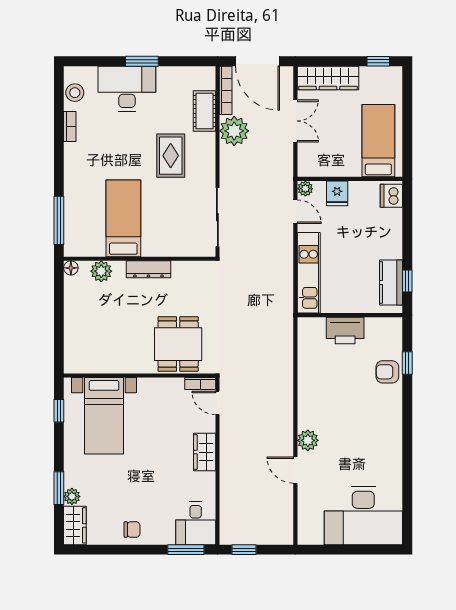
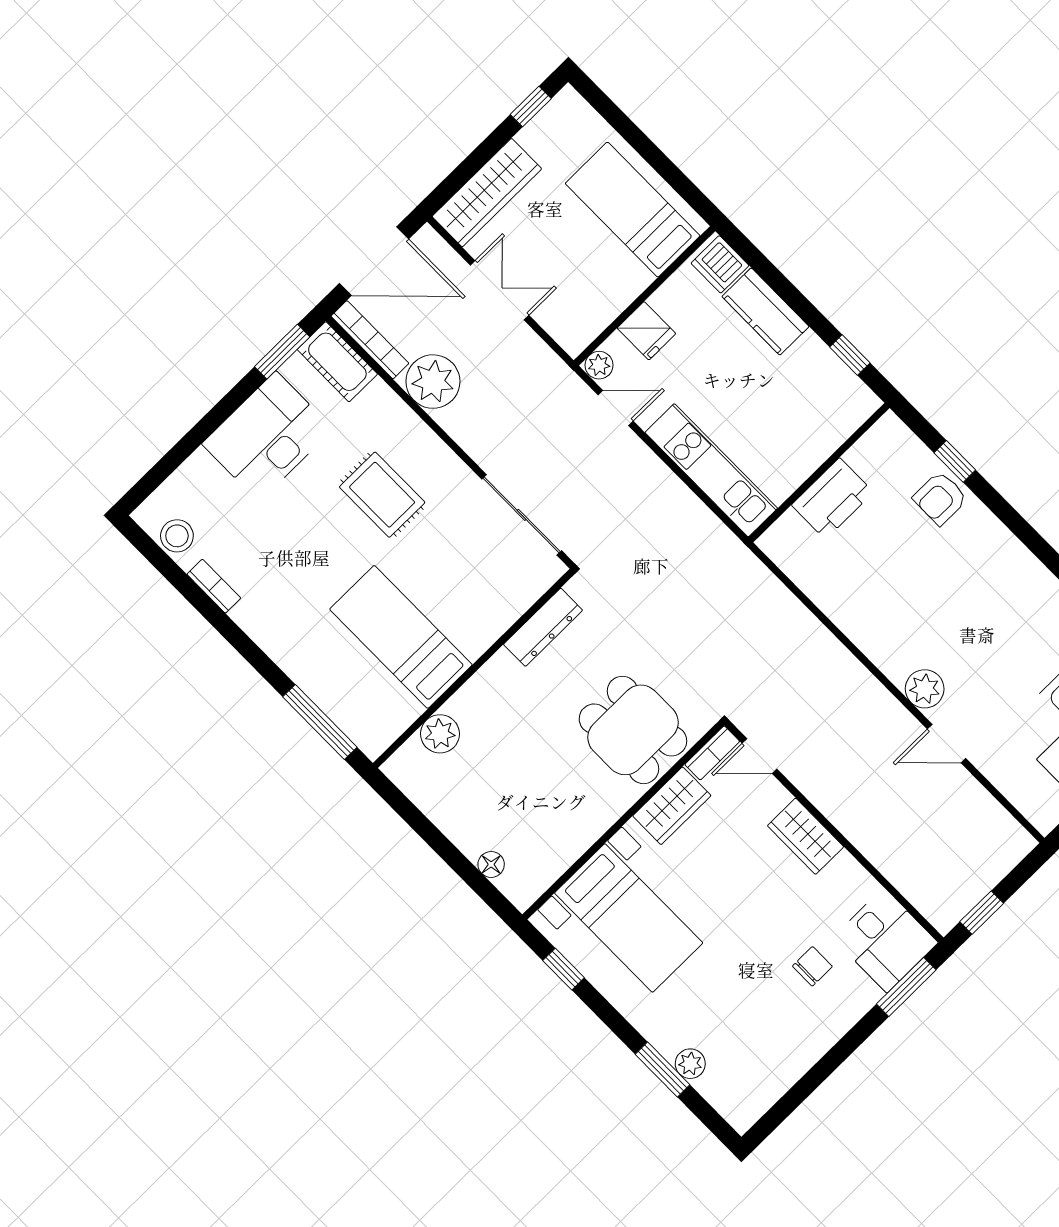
window: (142, 61) -> (282, 352), moved
desk: (127, 89) -> (267, 436), moved
cot: (204, 111) -> (337, 362), moved
floor lamp: (71, 268) -> (491, 864), moved
dresser: (148, 269) -> (543, 627), moved
kitchen counter: (391, 282) -> (766, 311), moved
wardrobe: (75, 525) -> (672, 806), moved, turned 90
chair: (132, 530) -> (812, 966), moved

